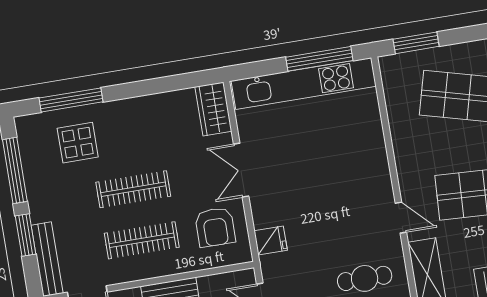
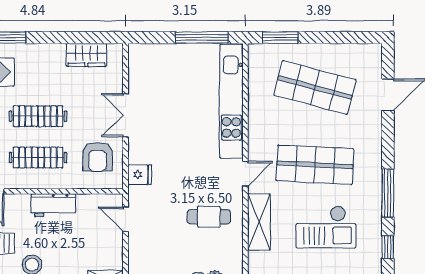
kitchen unit: (304, 84) -> (231, 101), moved, turned 90
wardrobe: (213, 109) -> (86, 55), moved, turned -90
door: (401, 218) -> (245, 174), hinge flipped

